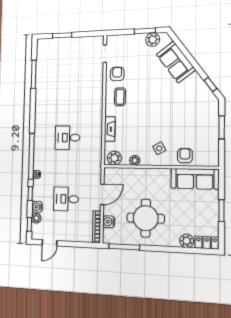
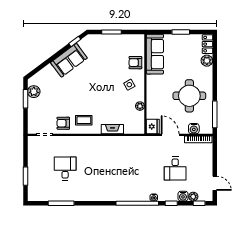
sofa: (176, 62) -> (69, 60), moved
desk: (67, 138) -> (65, 169), moved, turned 180
plant: (114, 158) -> (138, 124), removed
fridge: (112, 175) -> (153, 127), added

